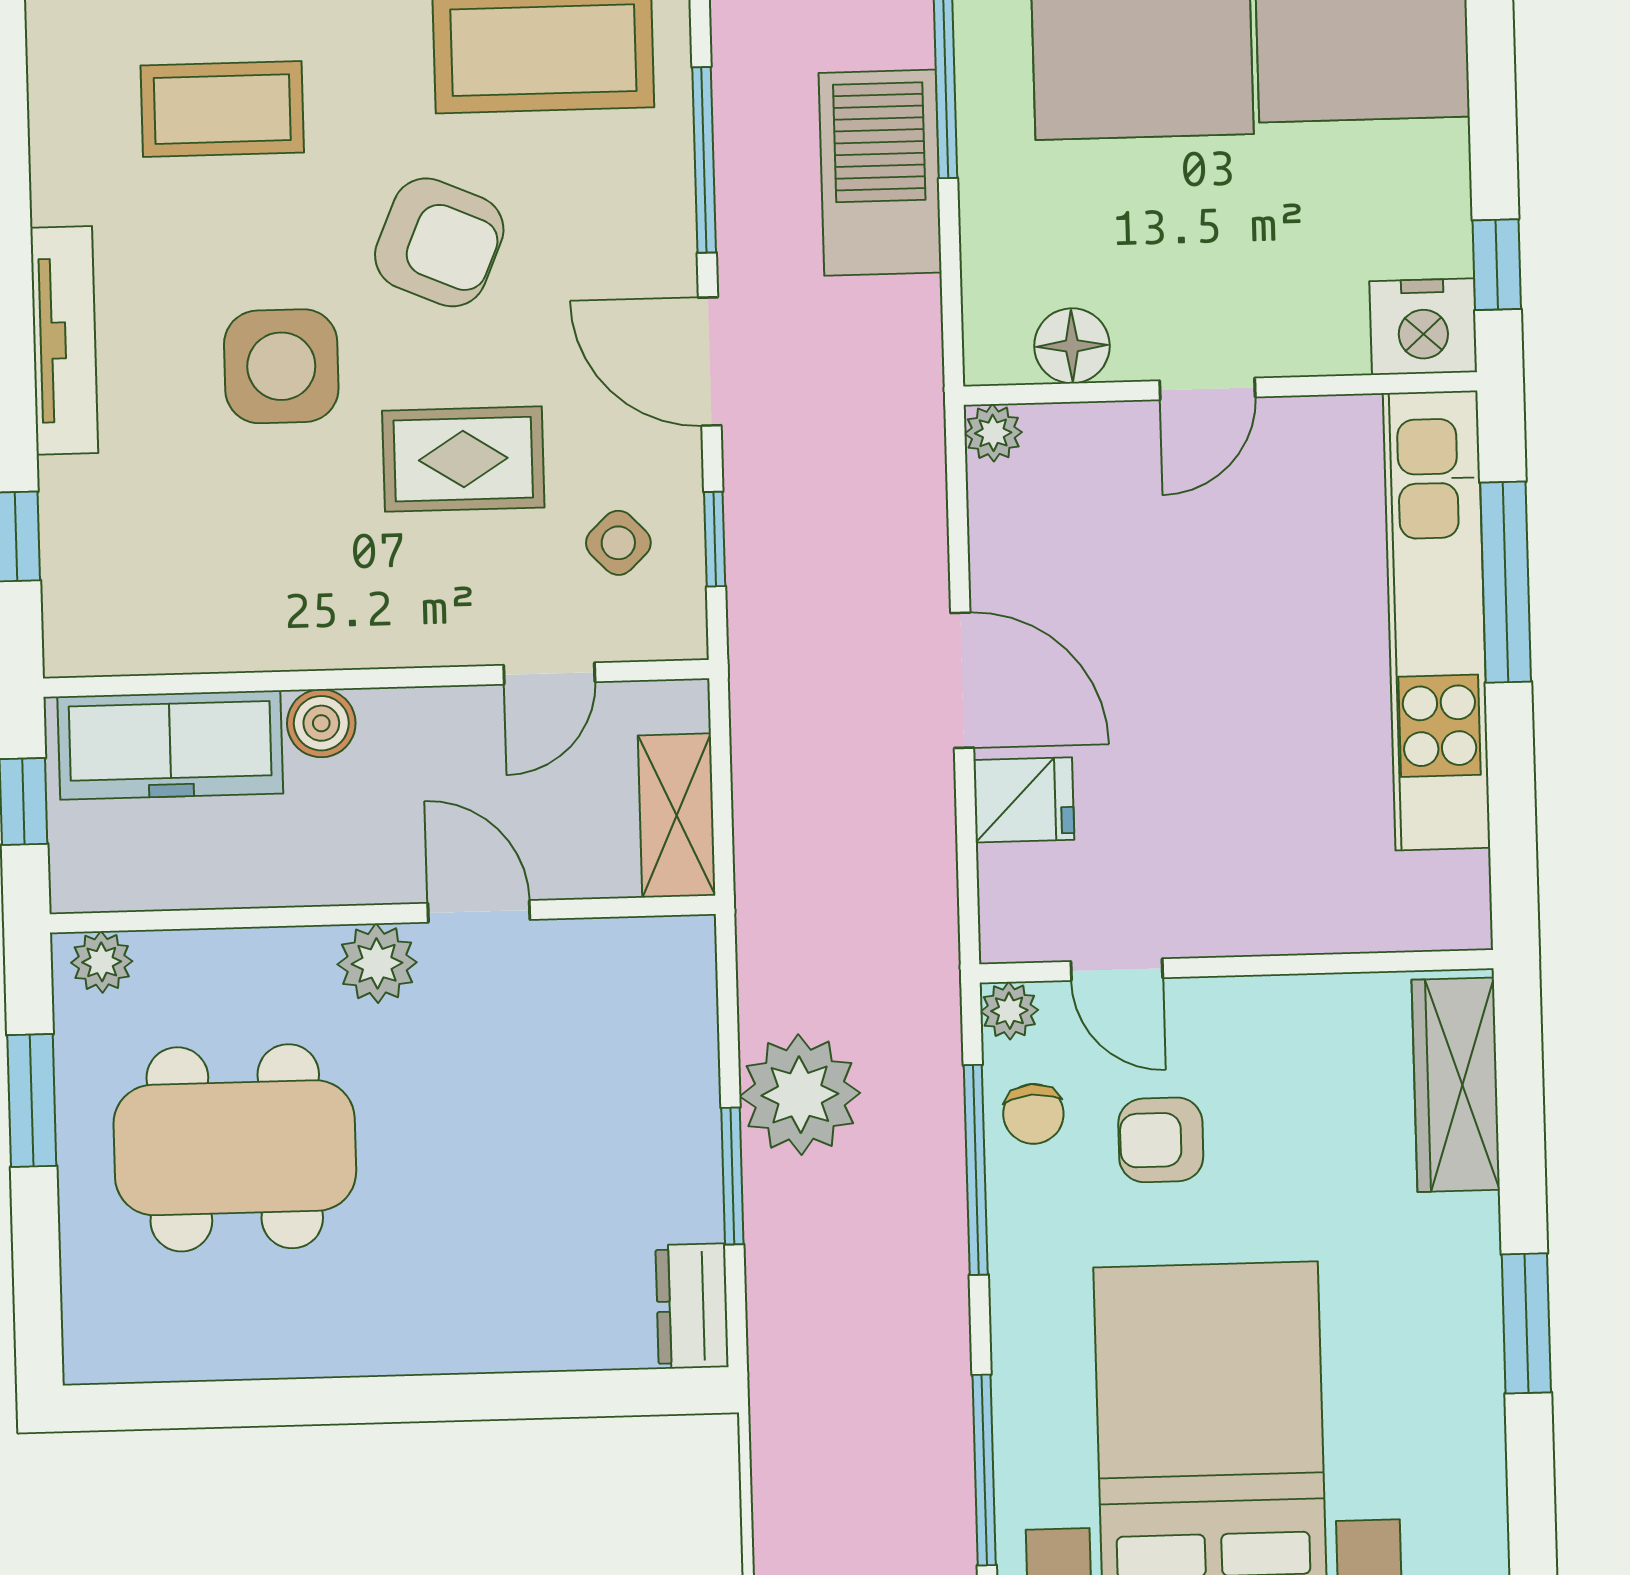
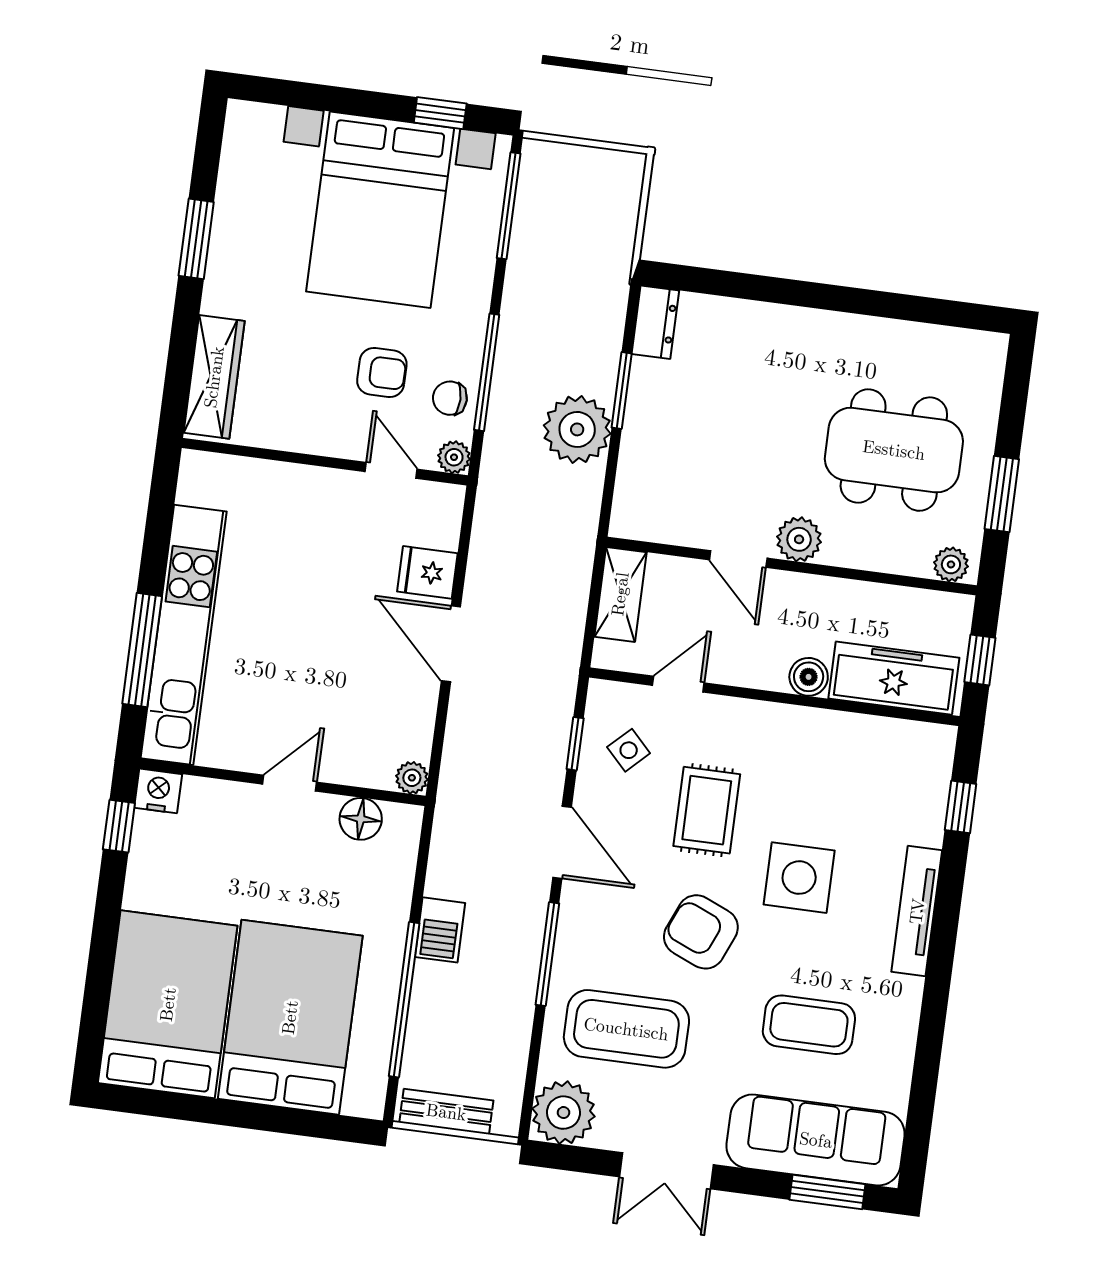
barbecue: (880, 173) -> (440, 930), width x0.53, depth x0.65
nightstand: (1423, 327) -> (158, 791), width x0.74, depth x0.75
rug: (463, 459) -> (707, 810), turned 90
chair: (1033, 1114) -> (450, 398), turned -87

